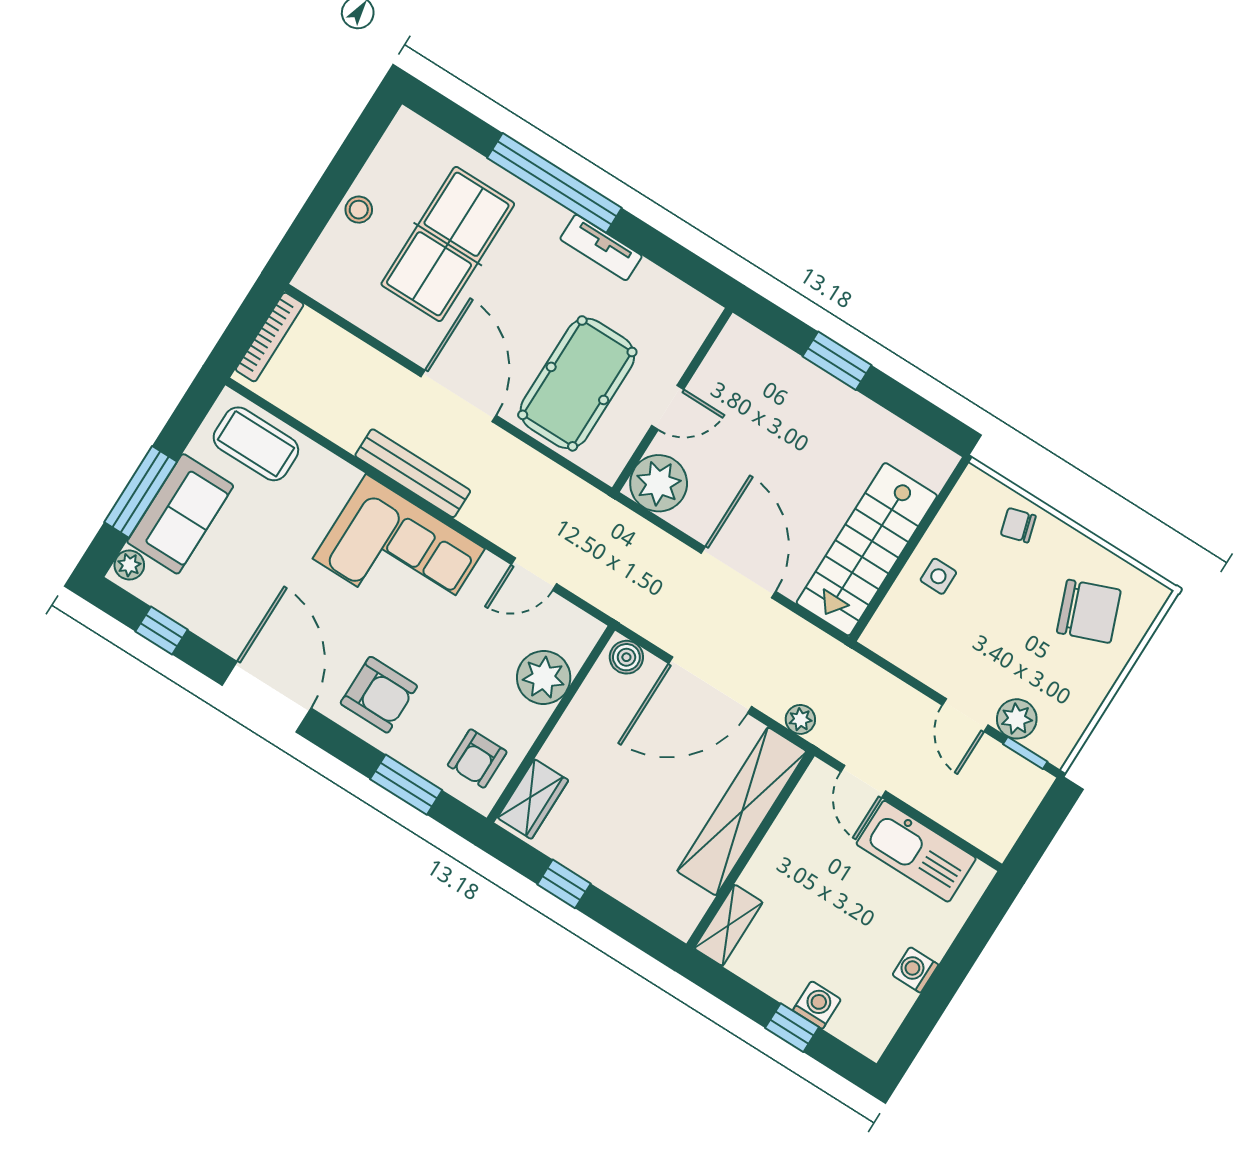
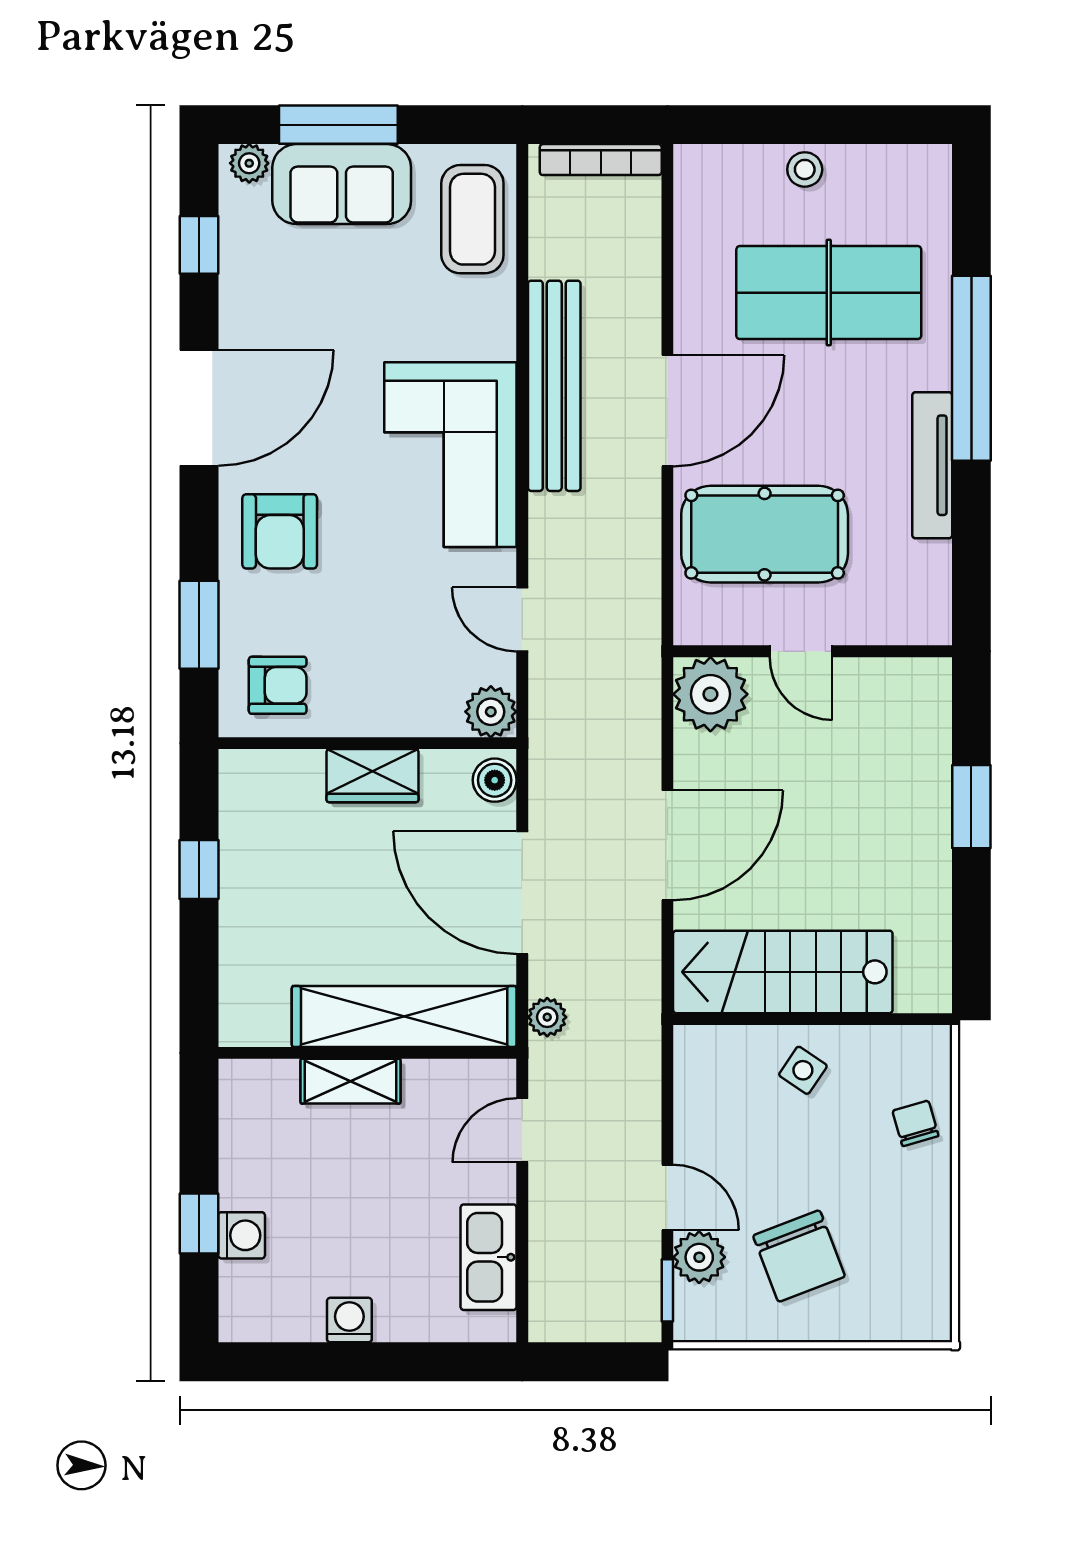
tv unit: (601, 247) -> (932, 465), width x1.41
bench: (413, 473) -> (554, 386), width x1.37, depth x1.21
side table: (938, 576) -> (803, 1070), turned 34
chair: (1089, 611) -> (799, 1256), moved
plant: (544, 678) -> (491, 712), moved, width x0.73, depth x0.73
door: (965, 715) -> (667, 1197), swing flipped
armchair: (477, 759) -> (278, 685), turned 180
wardrobe: (533, 799) -> (373, 776), moved
kitchen sink: (916, 851) -> (489, 1257), width x0.73, depth x0.81
shelving: (728, 925) -> (351, 1081), moved

